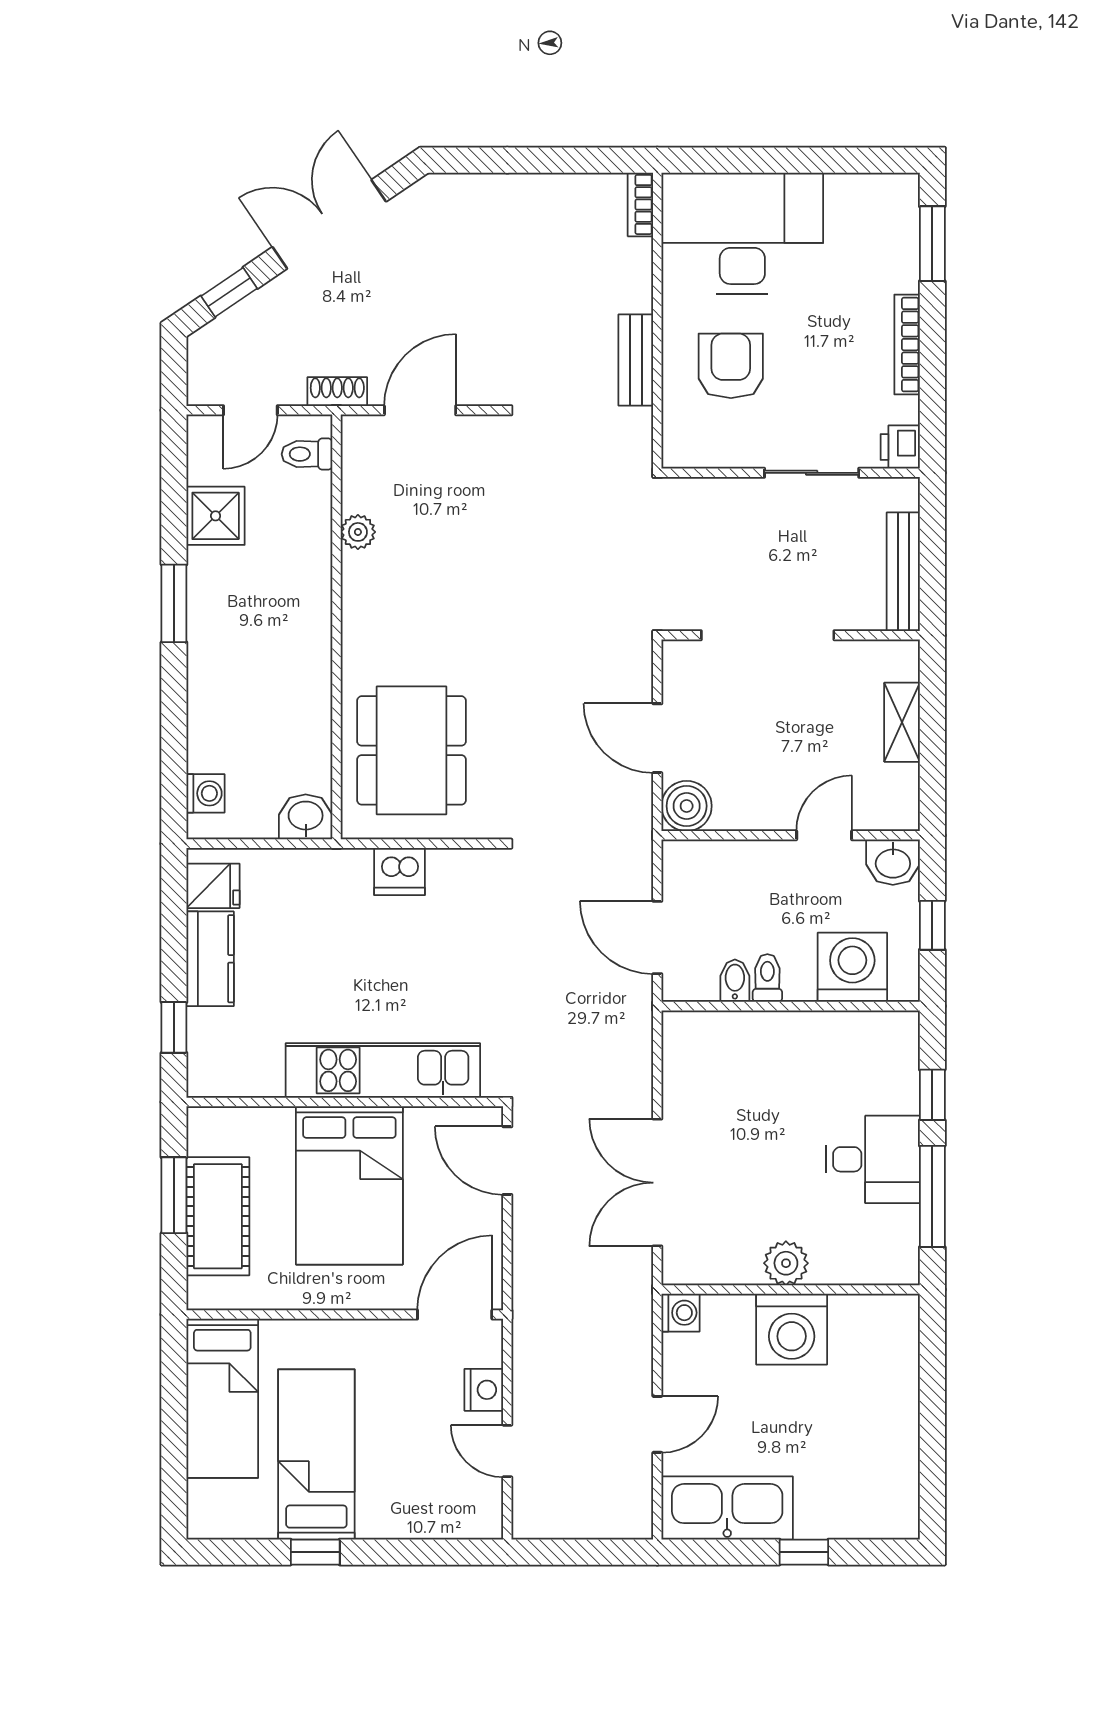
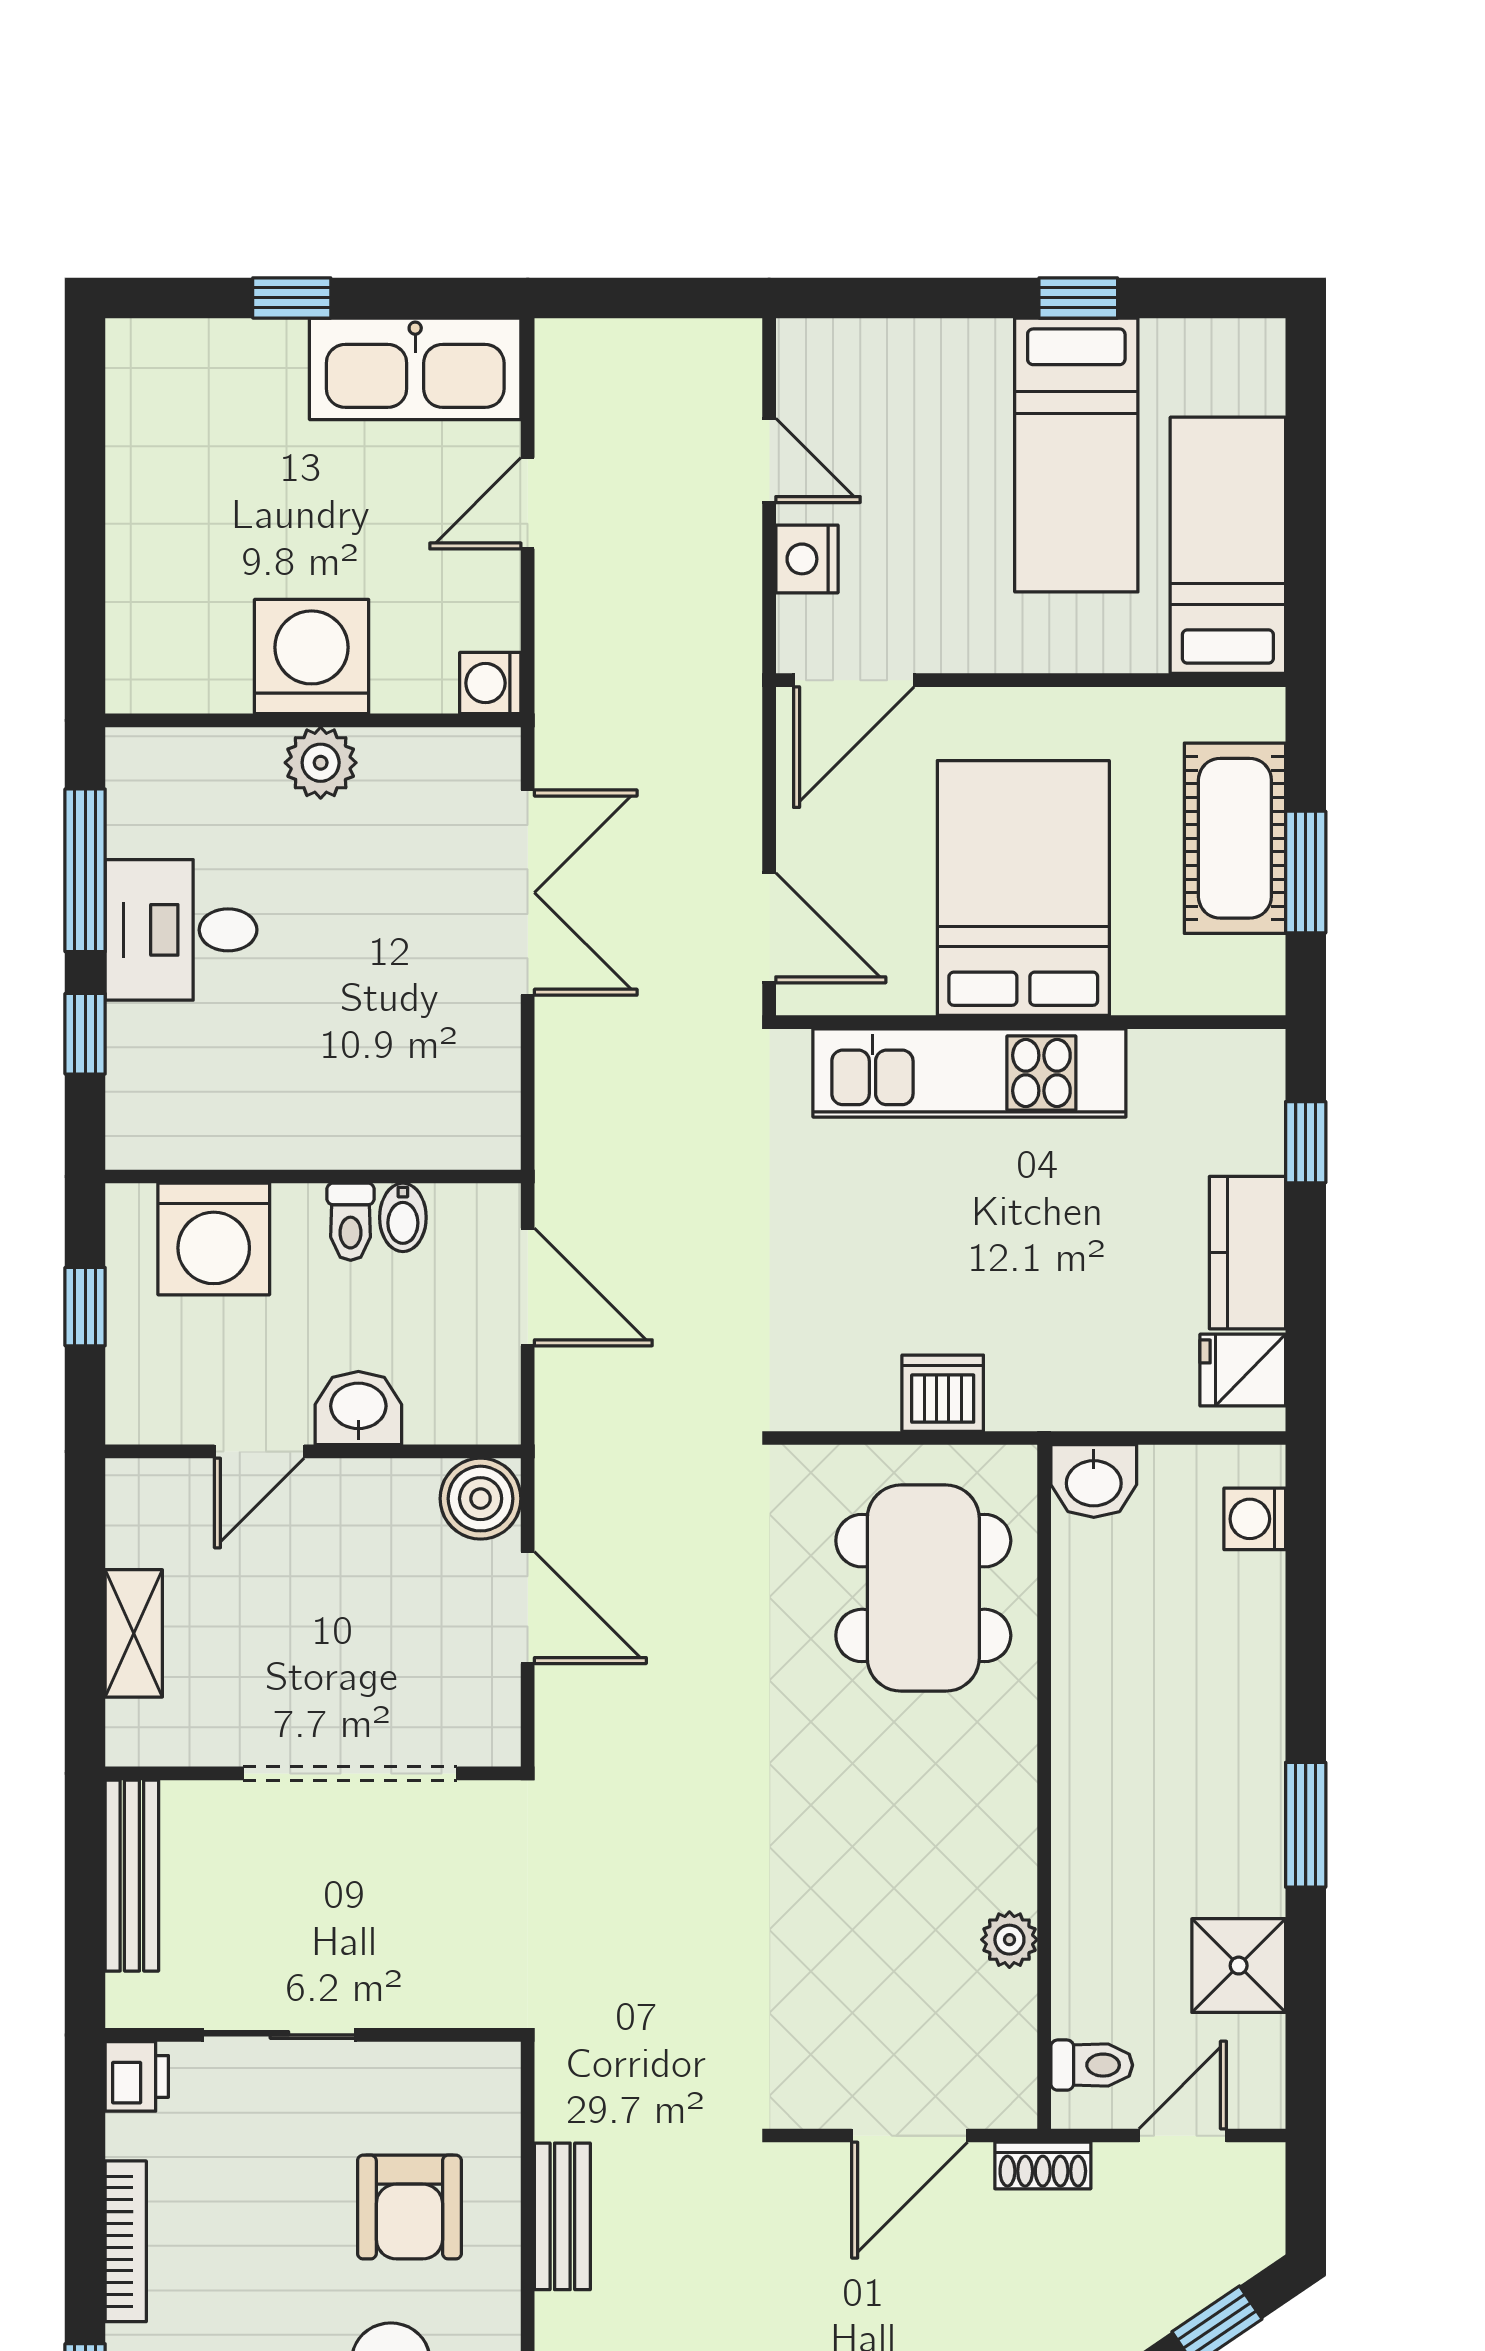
washbasin: (893, 862) -> (358, 1408), moved

